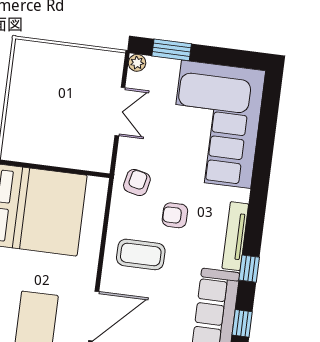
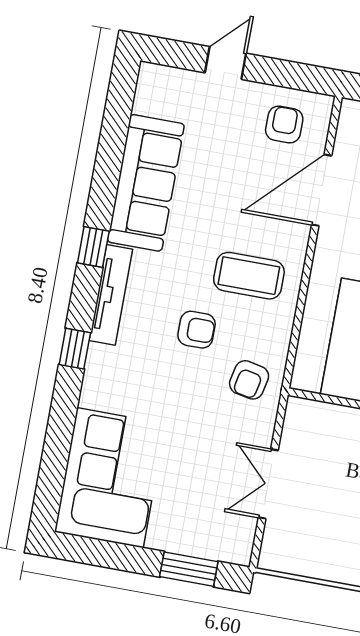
plant: (137, 63) -> (240, 553), removed
corner sofa: (216, 124) -> (110, 478), width x0.73, depth x0.74
window: (242, 323) -> (75, 349), moved

